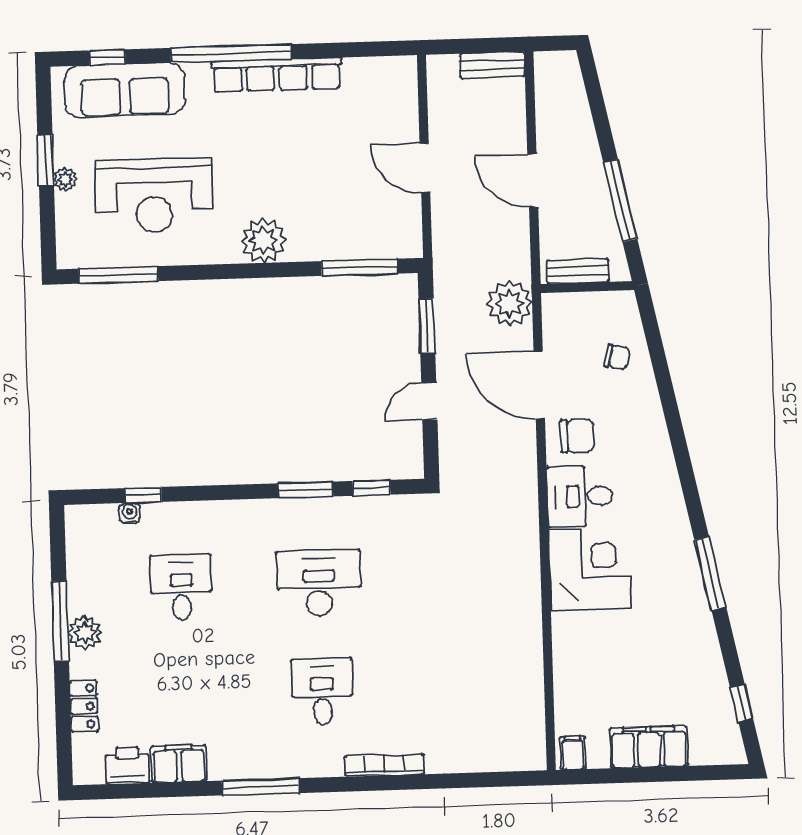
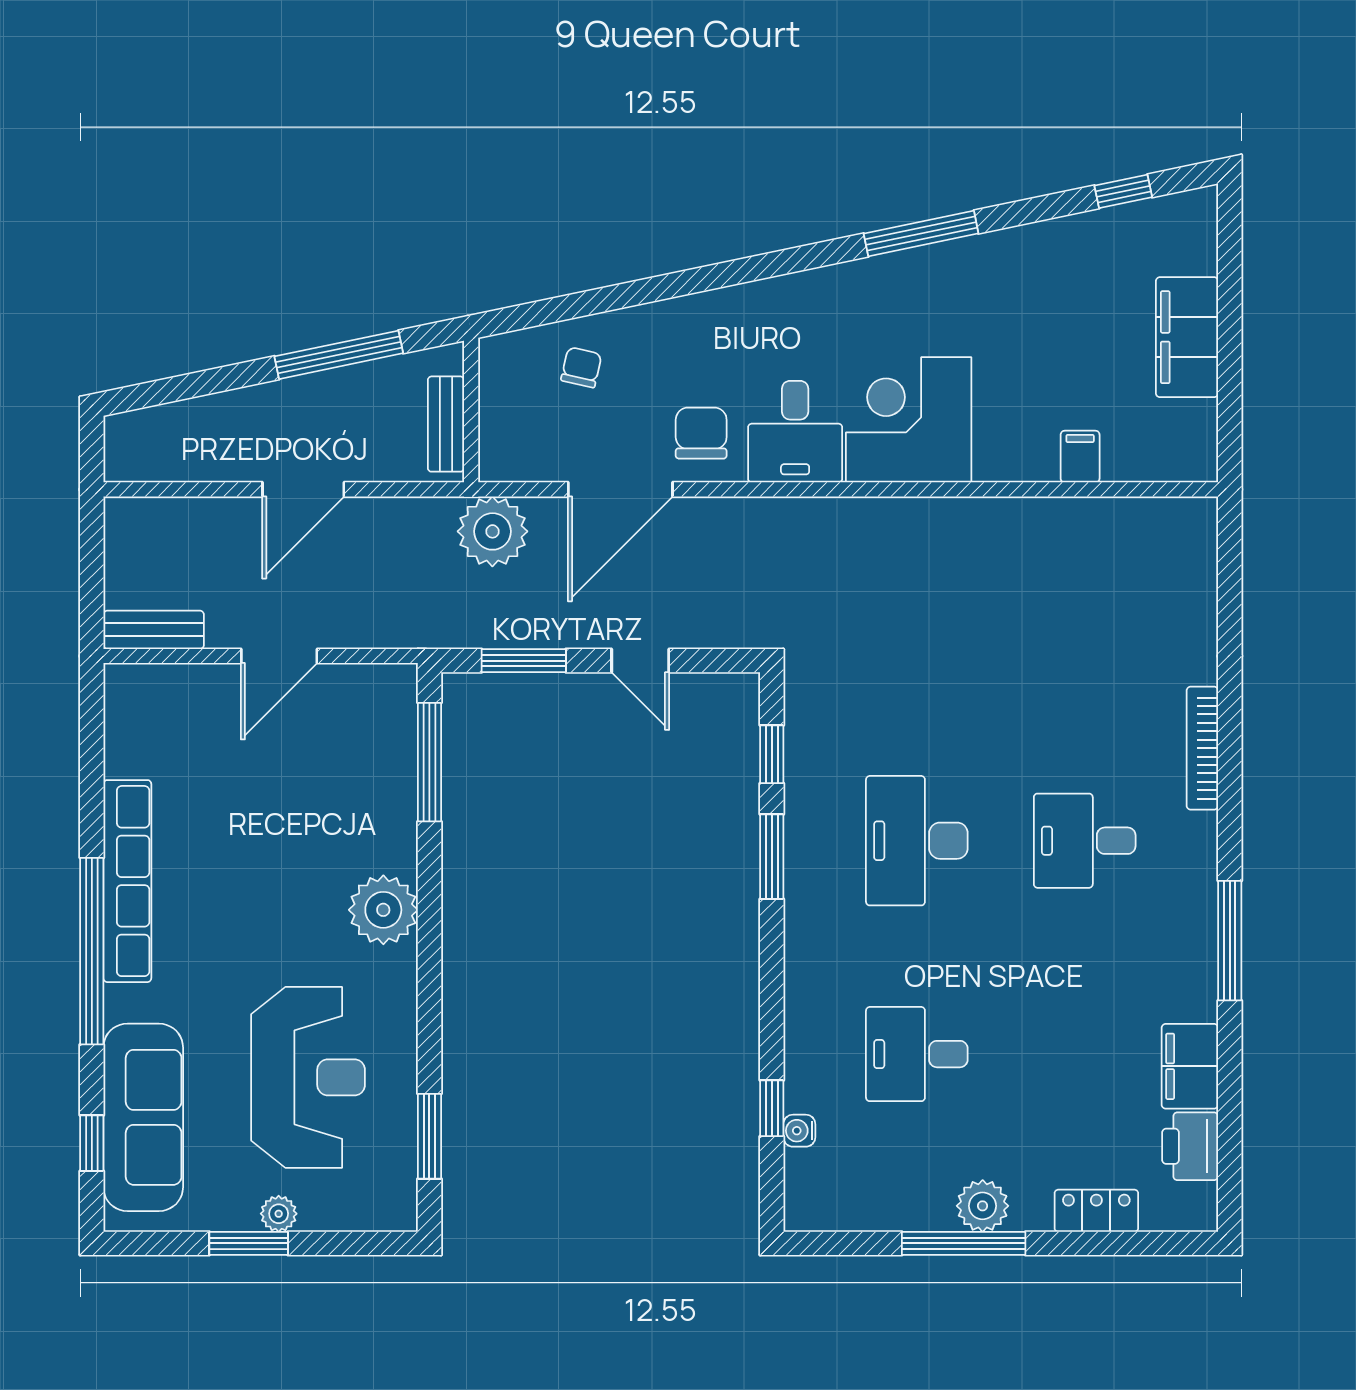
bench: (492, 65) -> (154, 630), moved, turned 90
window: (118, 275) -> (429, 1136), width x0.69
filing cabinet: (573, 753) -> (1080, 457), moved, turned 90

